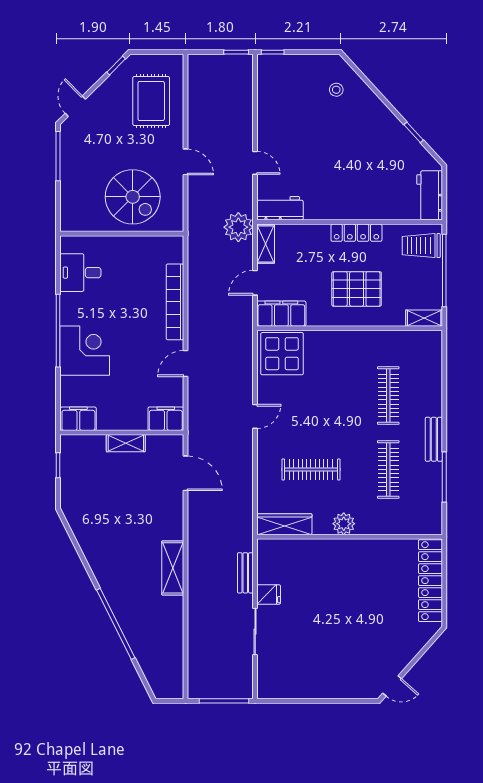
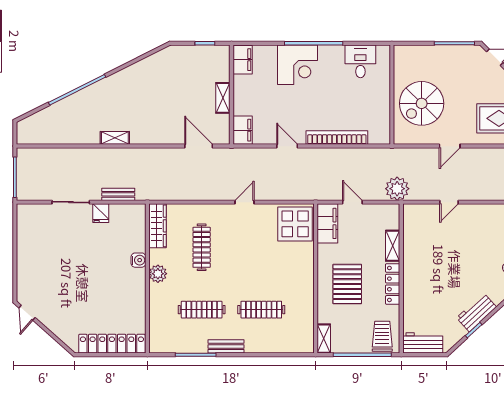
workbench: (280, 208) -> (476, 312), moved, turned -132
shelving: (266, 244) -> (393, 246), moved, turned 90
door: (255, 416) -> (244, 202), swing flipped
door: (185, 473) -> (199, 146), swing flipped
water cooler: (327, 548) -> (138, 260), added
shelving: (173, 568) -> (115, 138), width x0.67, depth x0.75

